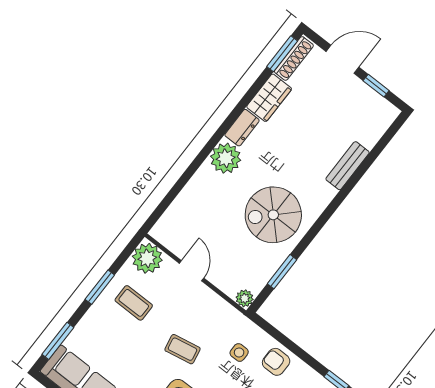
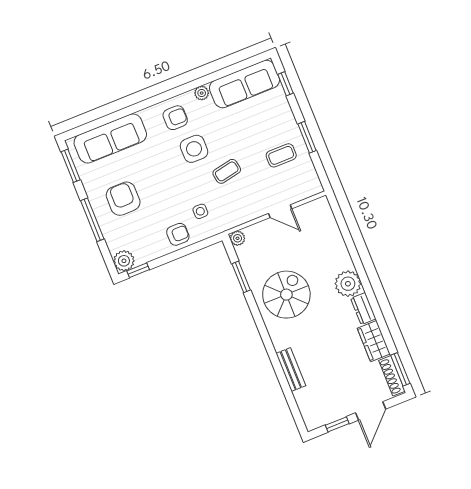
plant: (147, 258) -> (308, 184), removed
window: (58, 341) -> (286, 84), width x0.67

